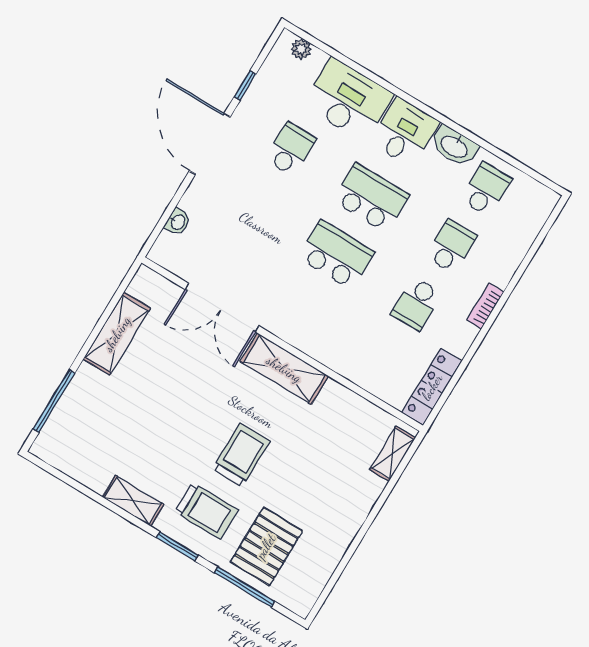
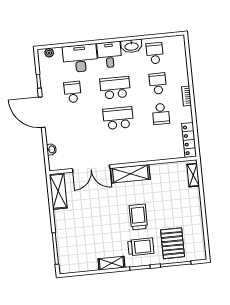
shelving: (117, 334) -> (58, 191), moved

